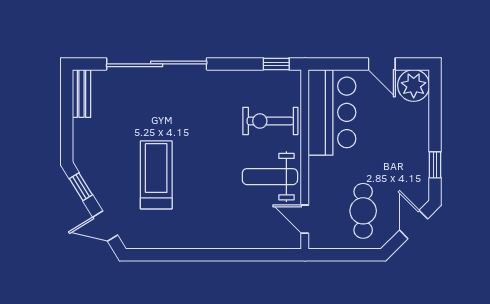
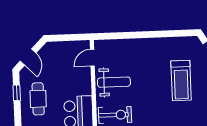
cafe table: (363, 211) -> (38, 99), moved
door: (305, 219) -> (92, 58), swing flipped

